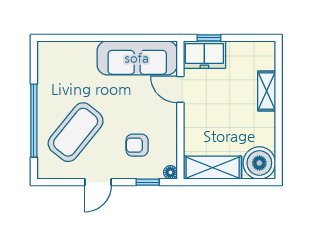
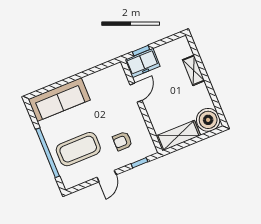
sofa: (137, 58) -> (59, 100), moved
door: (180, 89) -> (136, 93), swing flipped
coffee table: (76, 132) -> (78, 149), turned 51
floor lamp: (170, 172) -> (152, 150), removed

